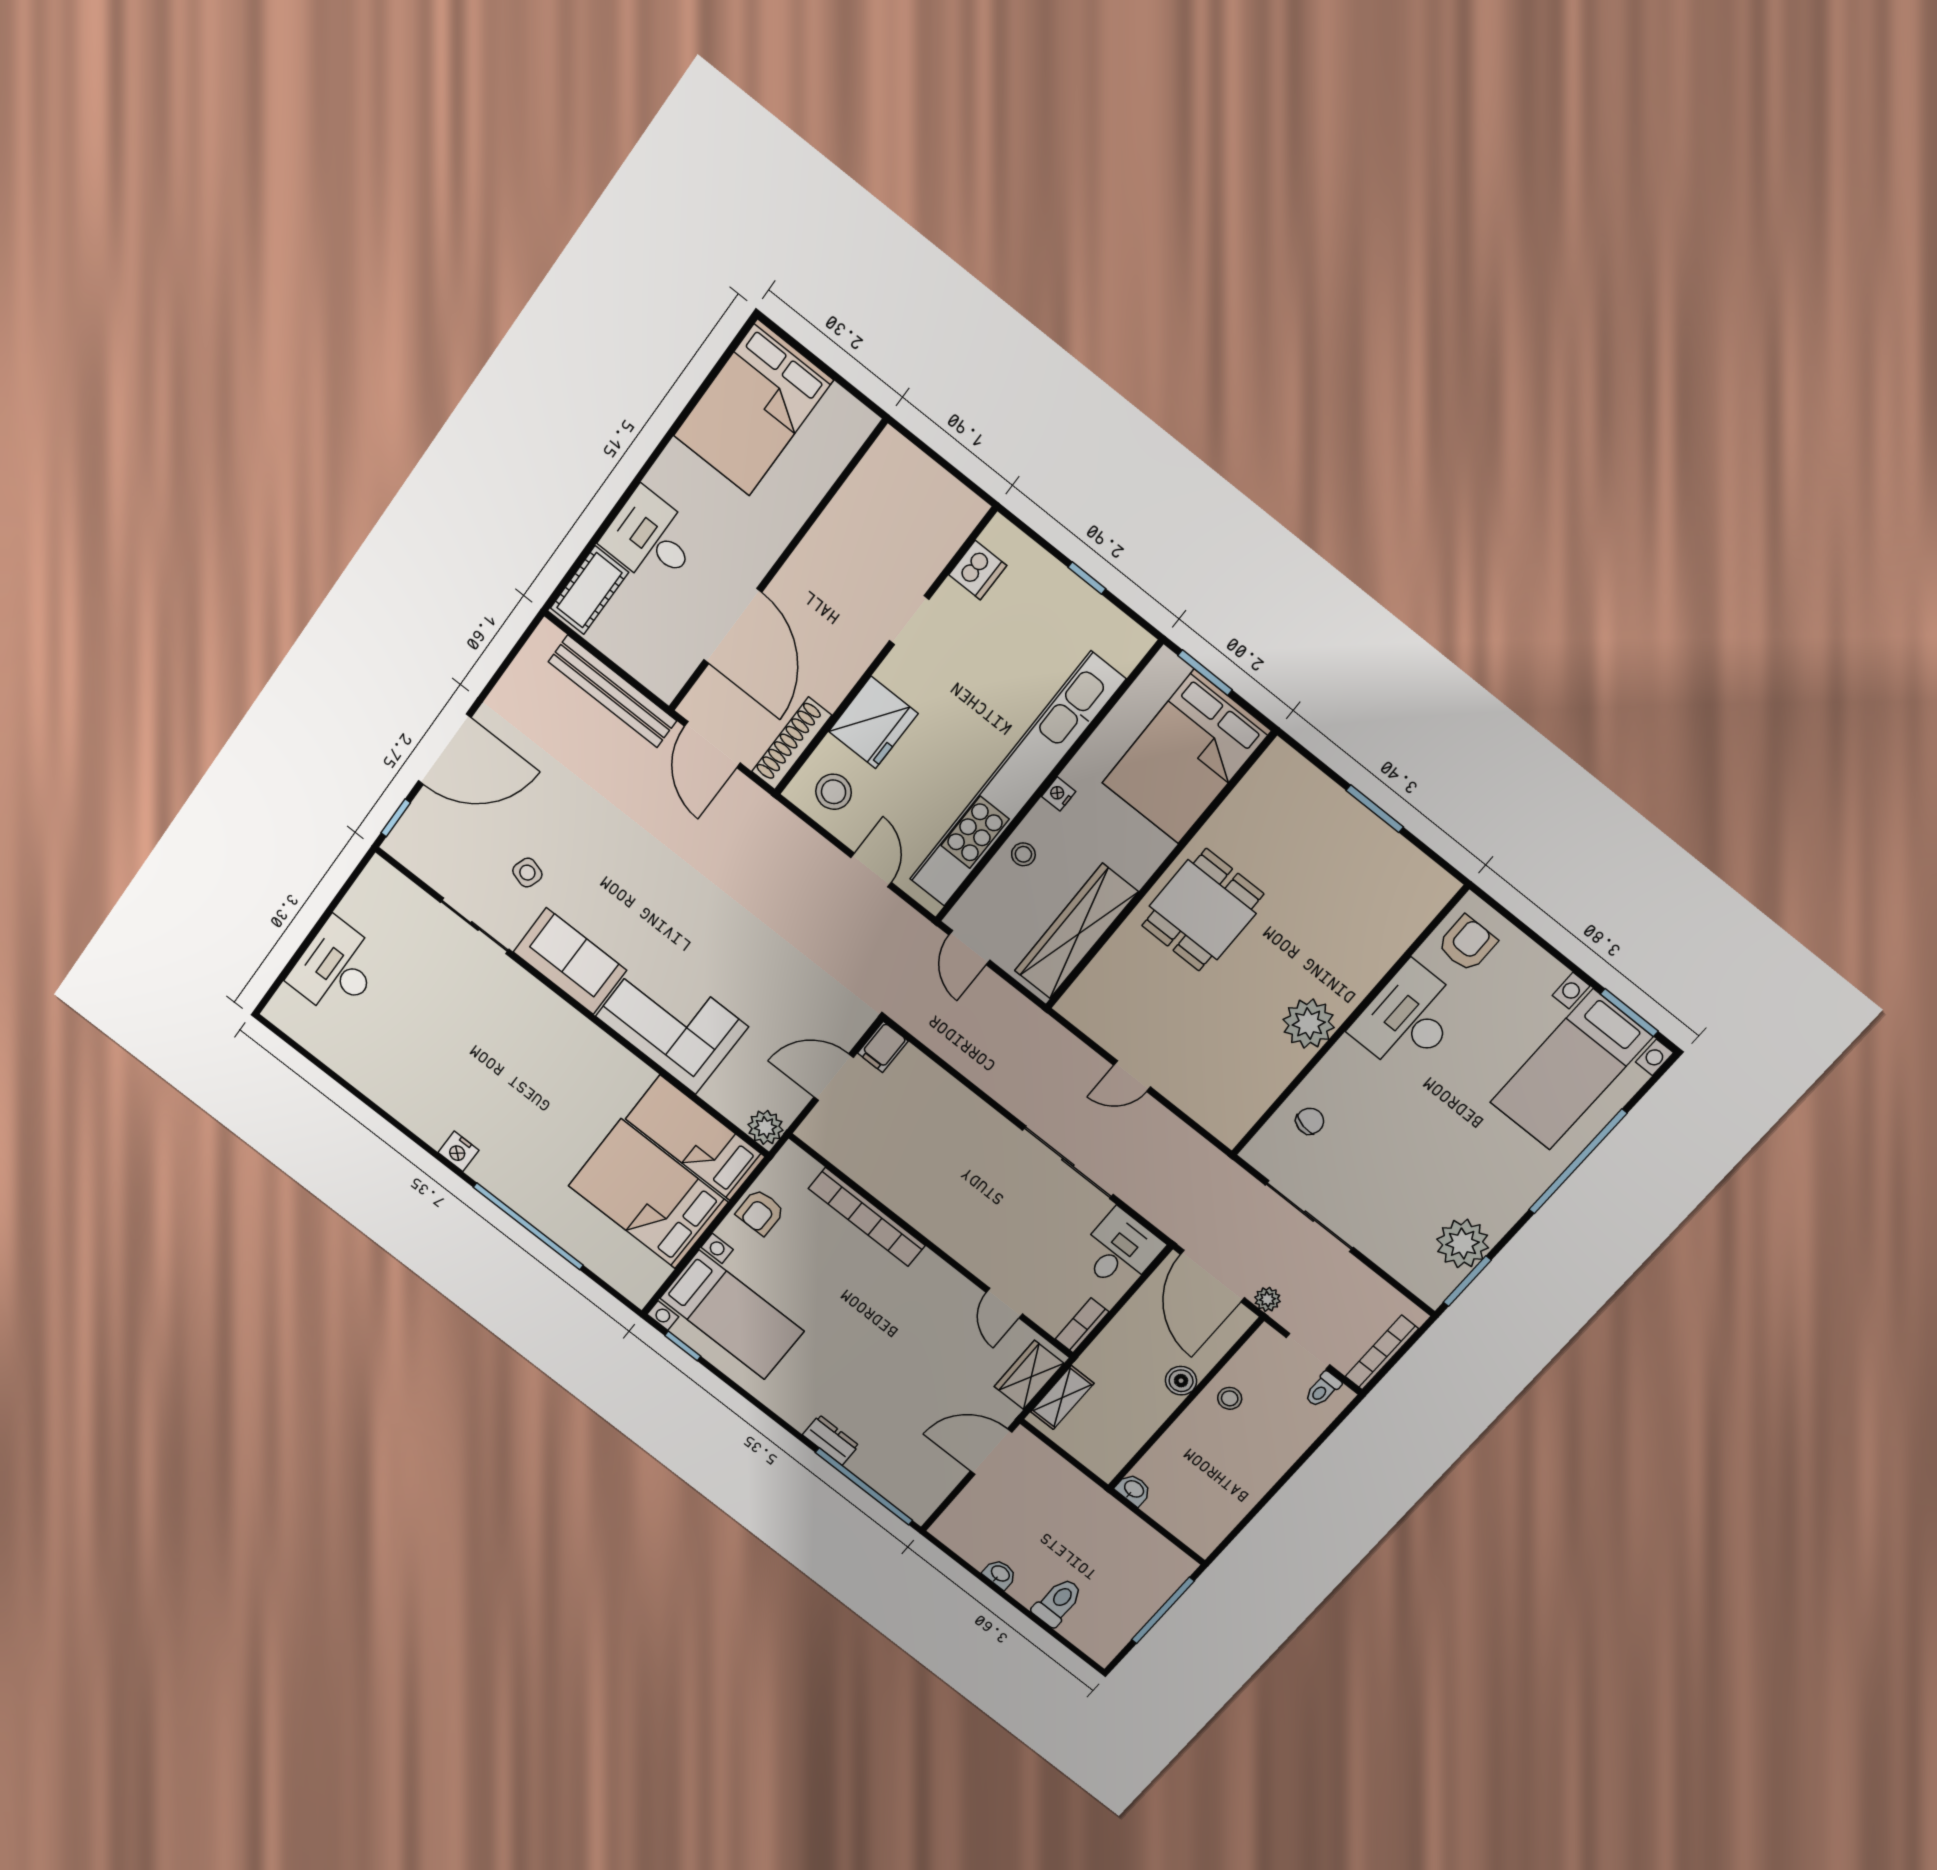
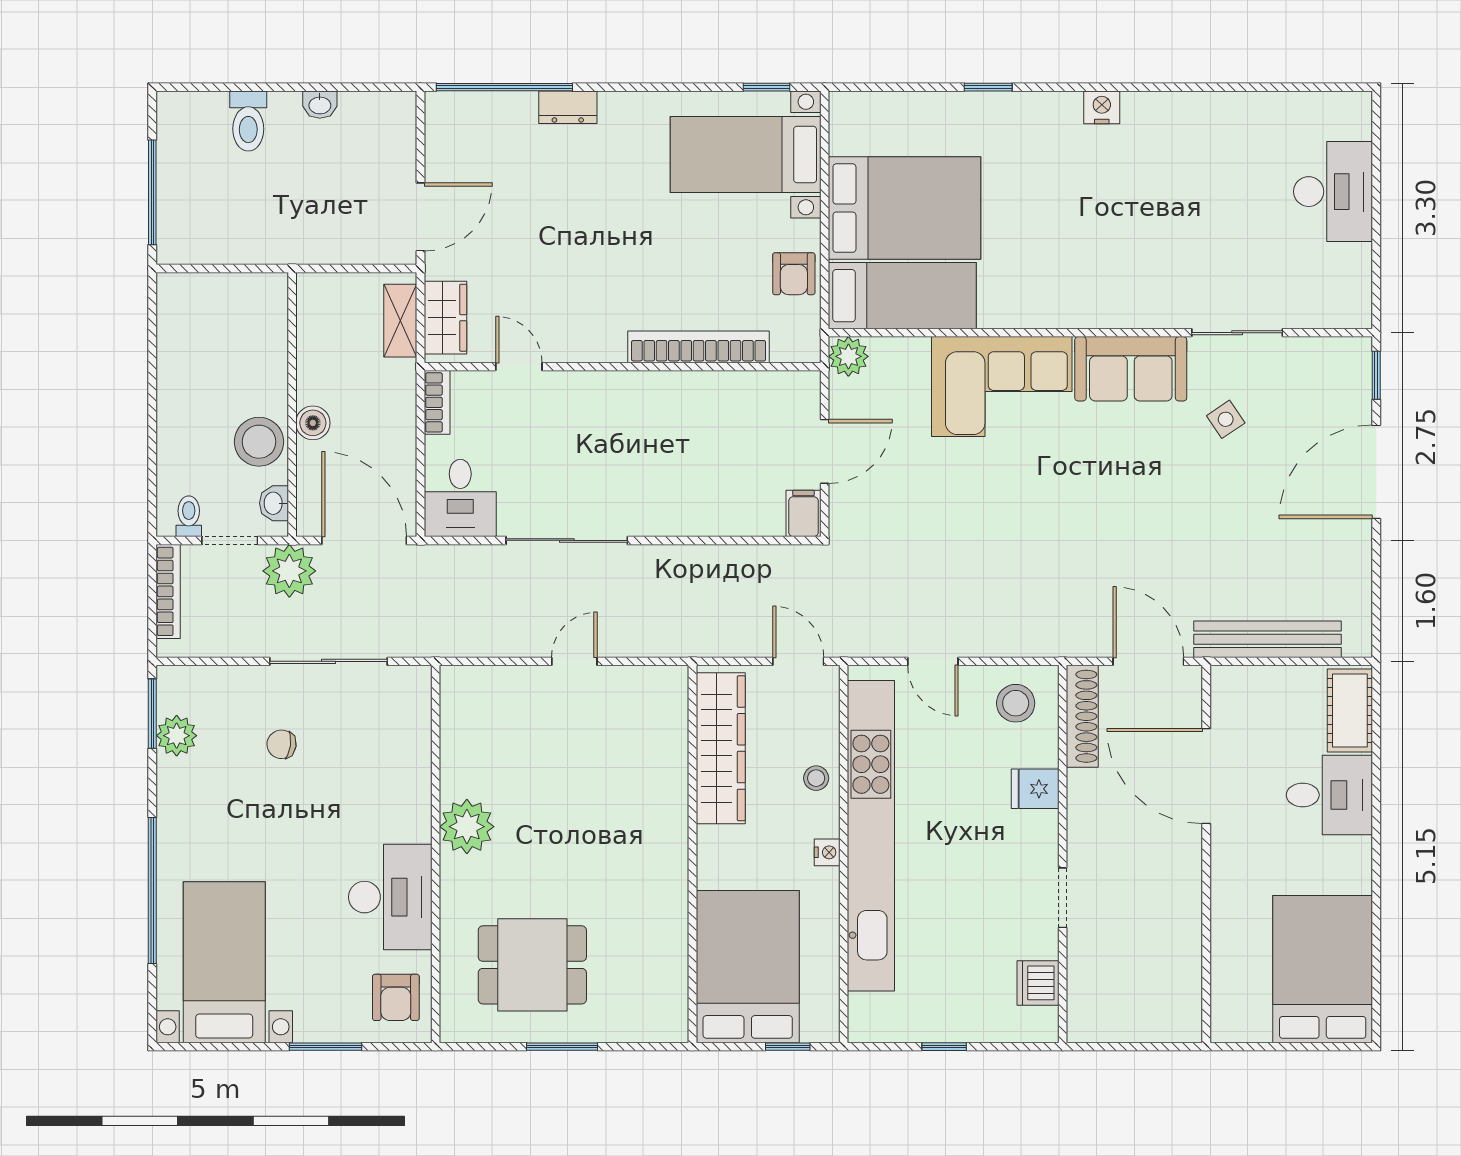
window: (1205, 673) -> (788, 1047), width x0.67
fridge: (873, 723) -> (1035, 789), width x0.53, depth x0.75
side table: (527, 873) -> (1226, 419), turned 38
dining table: (1203, 910) -> (532, 965), moved, turned 90
window: (1629, 1013) -> (325, 1047), moved
chair: (1310, 1121) -> (282, 744), moved, turned 86
armchair: (760, 1212) -> (794, 274), turned 180
window: (528, 1226) -> (988, 87), width x0.32
plant: (1463, 1243) -> (177, 736), width x0.73, depth x0.73
plant: (1267, 1299) -> (289, 571), width x1.88, depth x1.88
stool: (1230, 1398) -> (259, 442), width x1.89, depth x1.89
washbasin: (1134, 1489) -> (274, 503), moved, turned 90

